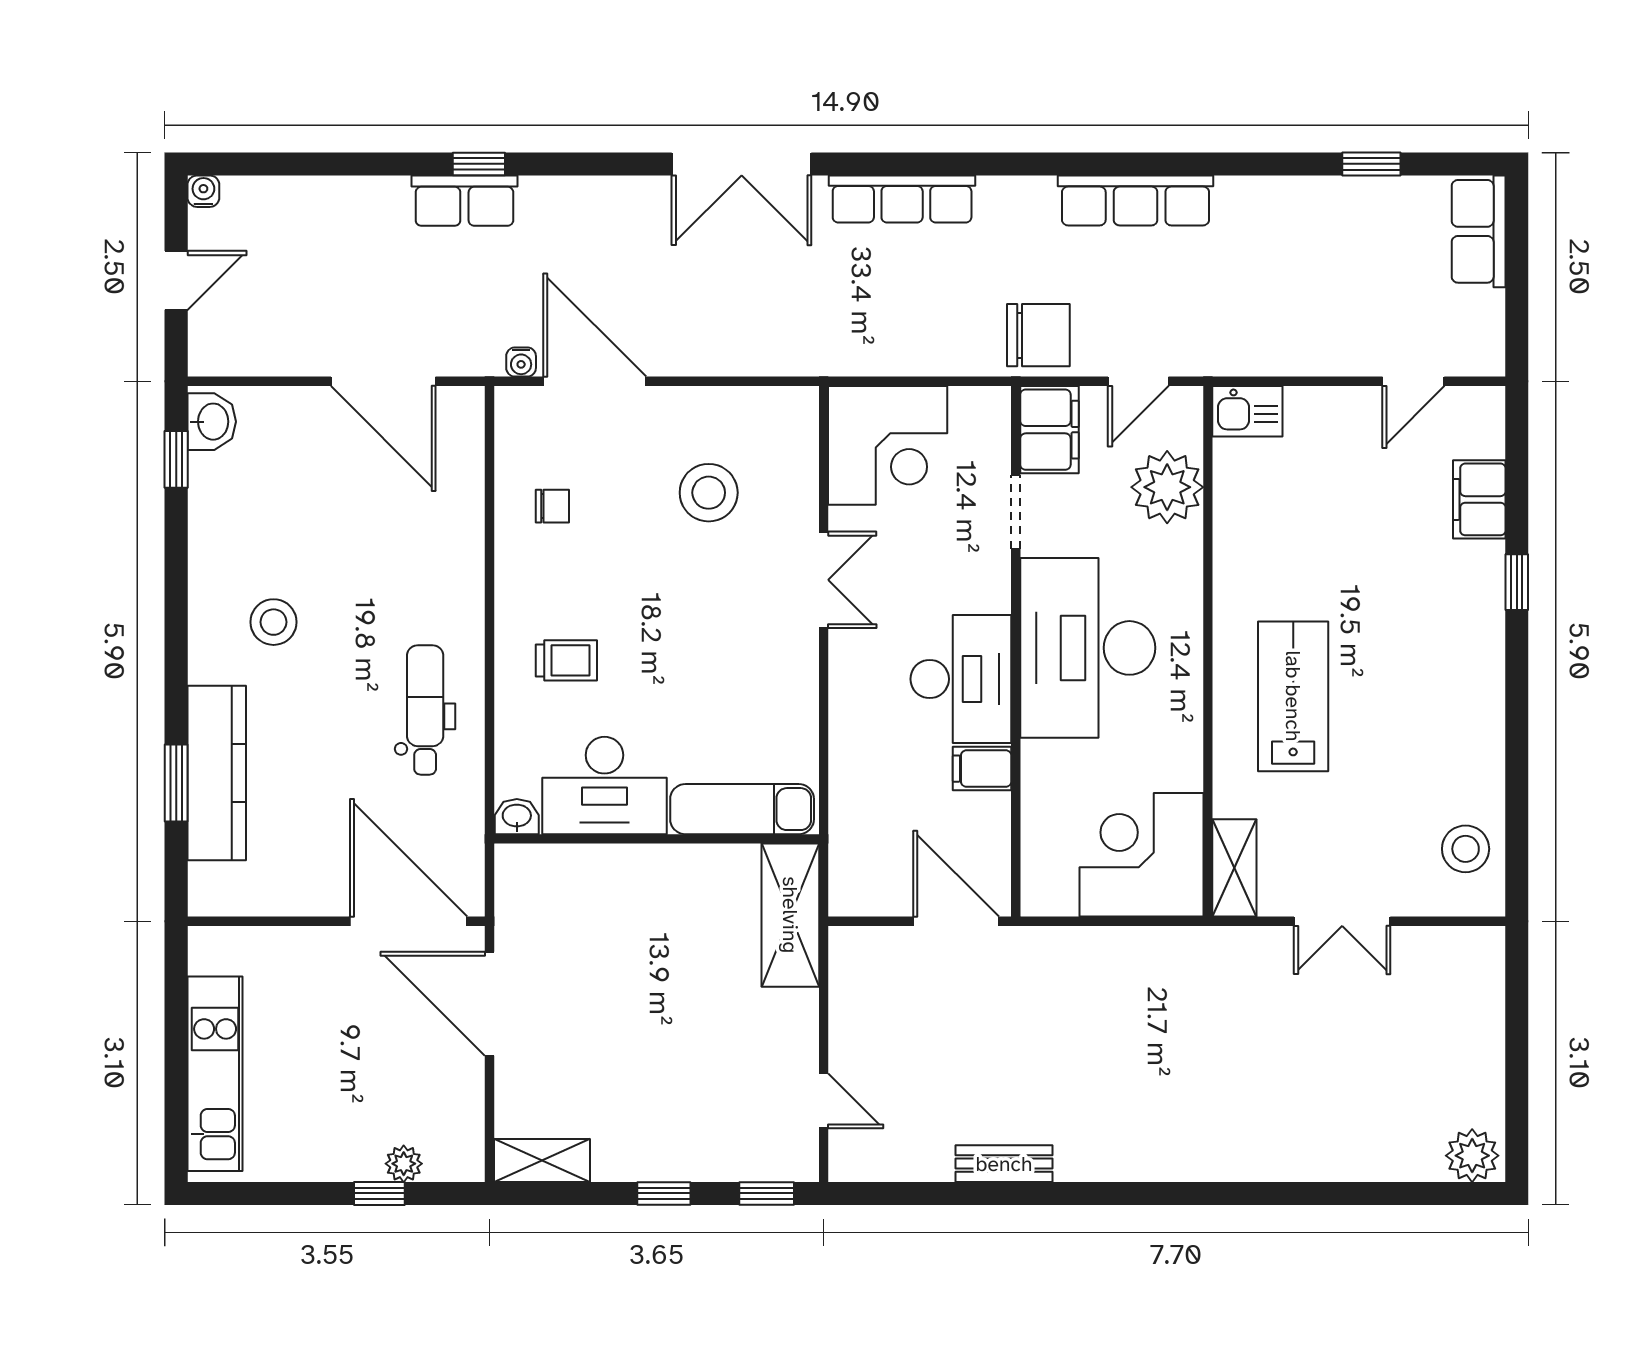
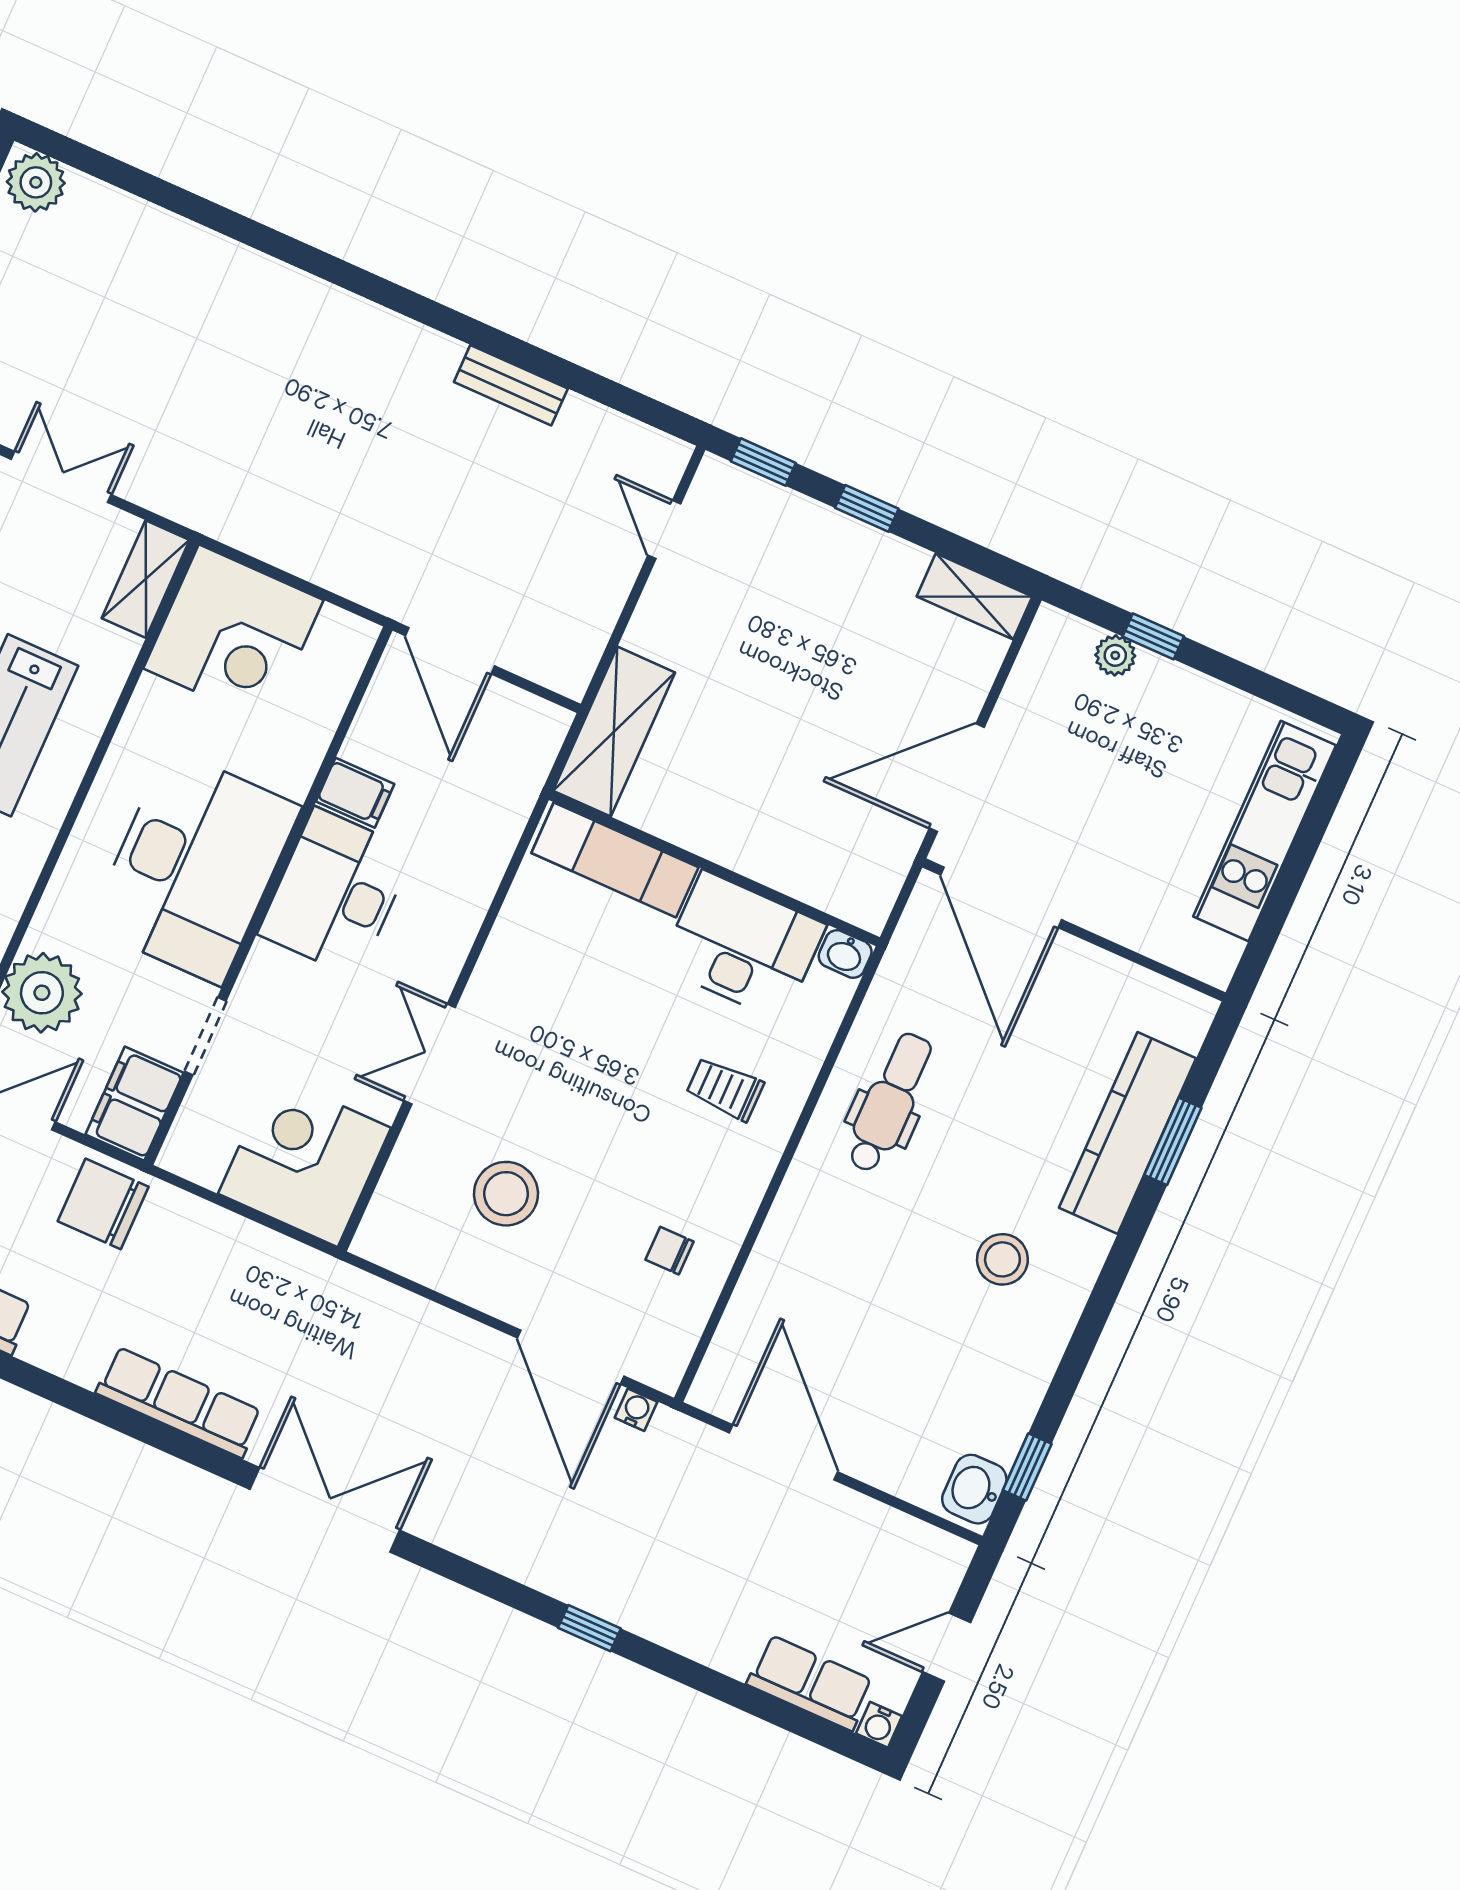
row of seats: (464, 201) -> (810, 1683), moved
dental chair: (425, 710) -> (889, 1103), turned 180
door: (490, 1004) -> (957, 778), swing flipped

